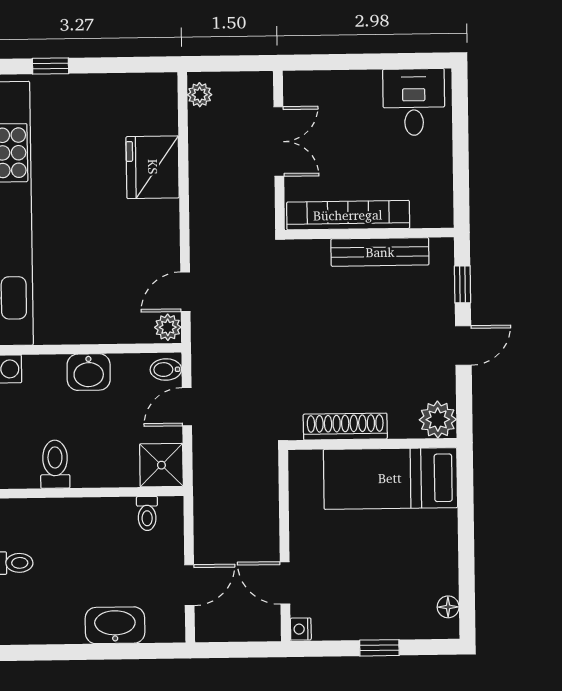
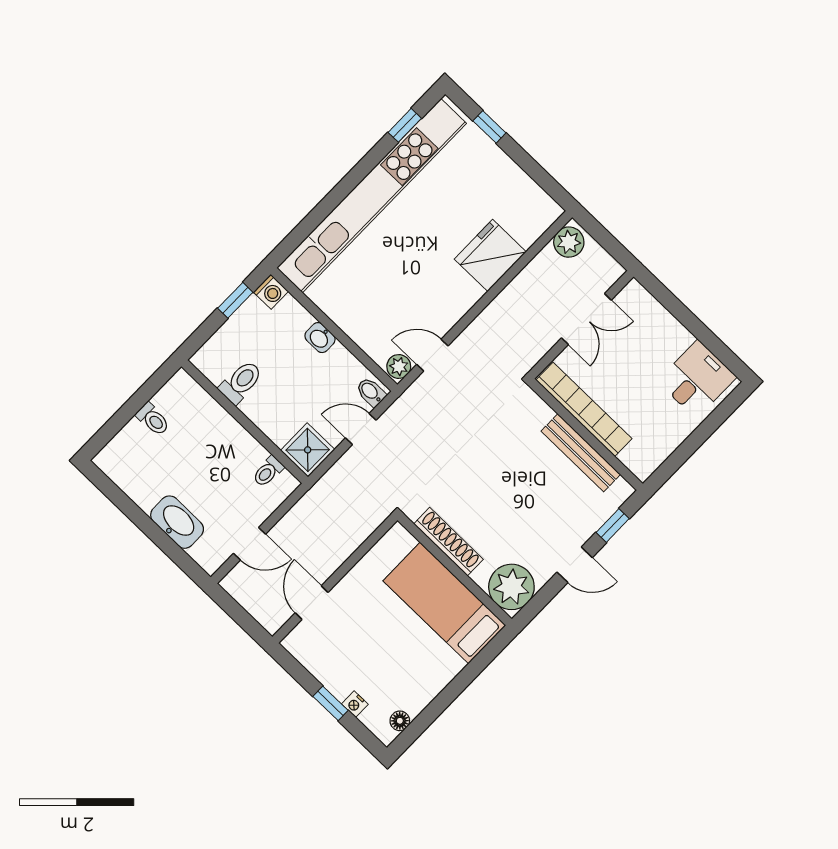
plant: (200, 95) -> (569, 242), width x1.38, depth x1.38
washbasin: (89, 372) -> (320, 338), width x0.72, depth x0.69
plant: (438, 420) -> (511, 587), width x1.36, depth x1.36
nightstand: (301, 629) -> (355, 704), moved, turned -90

